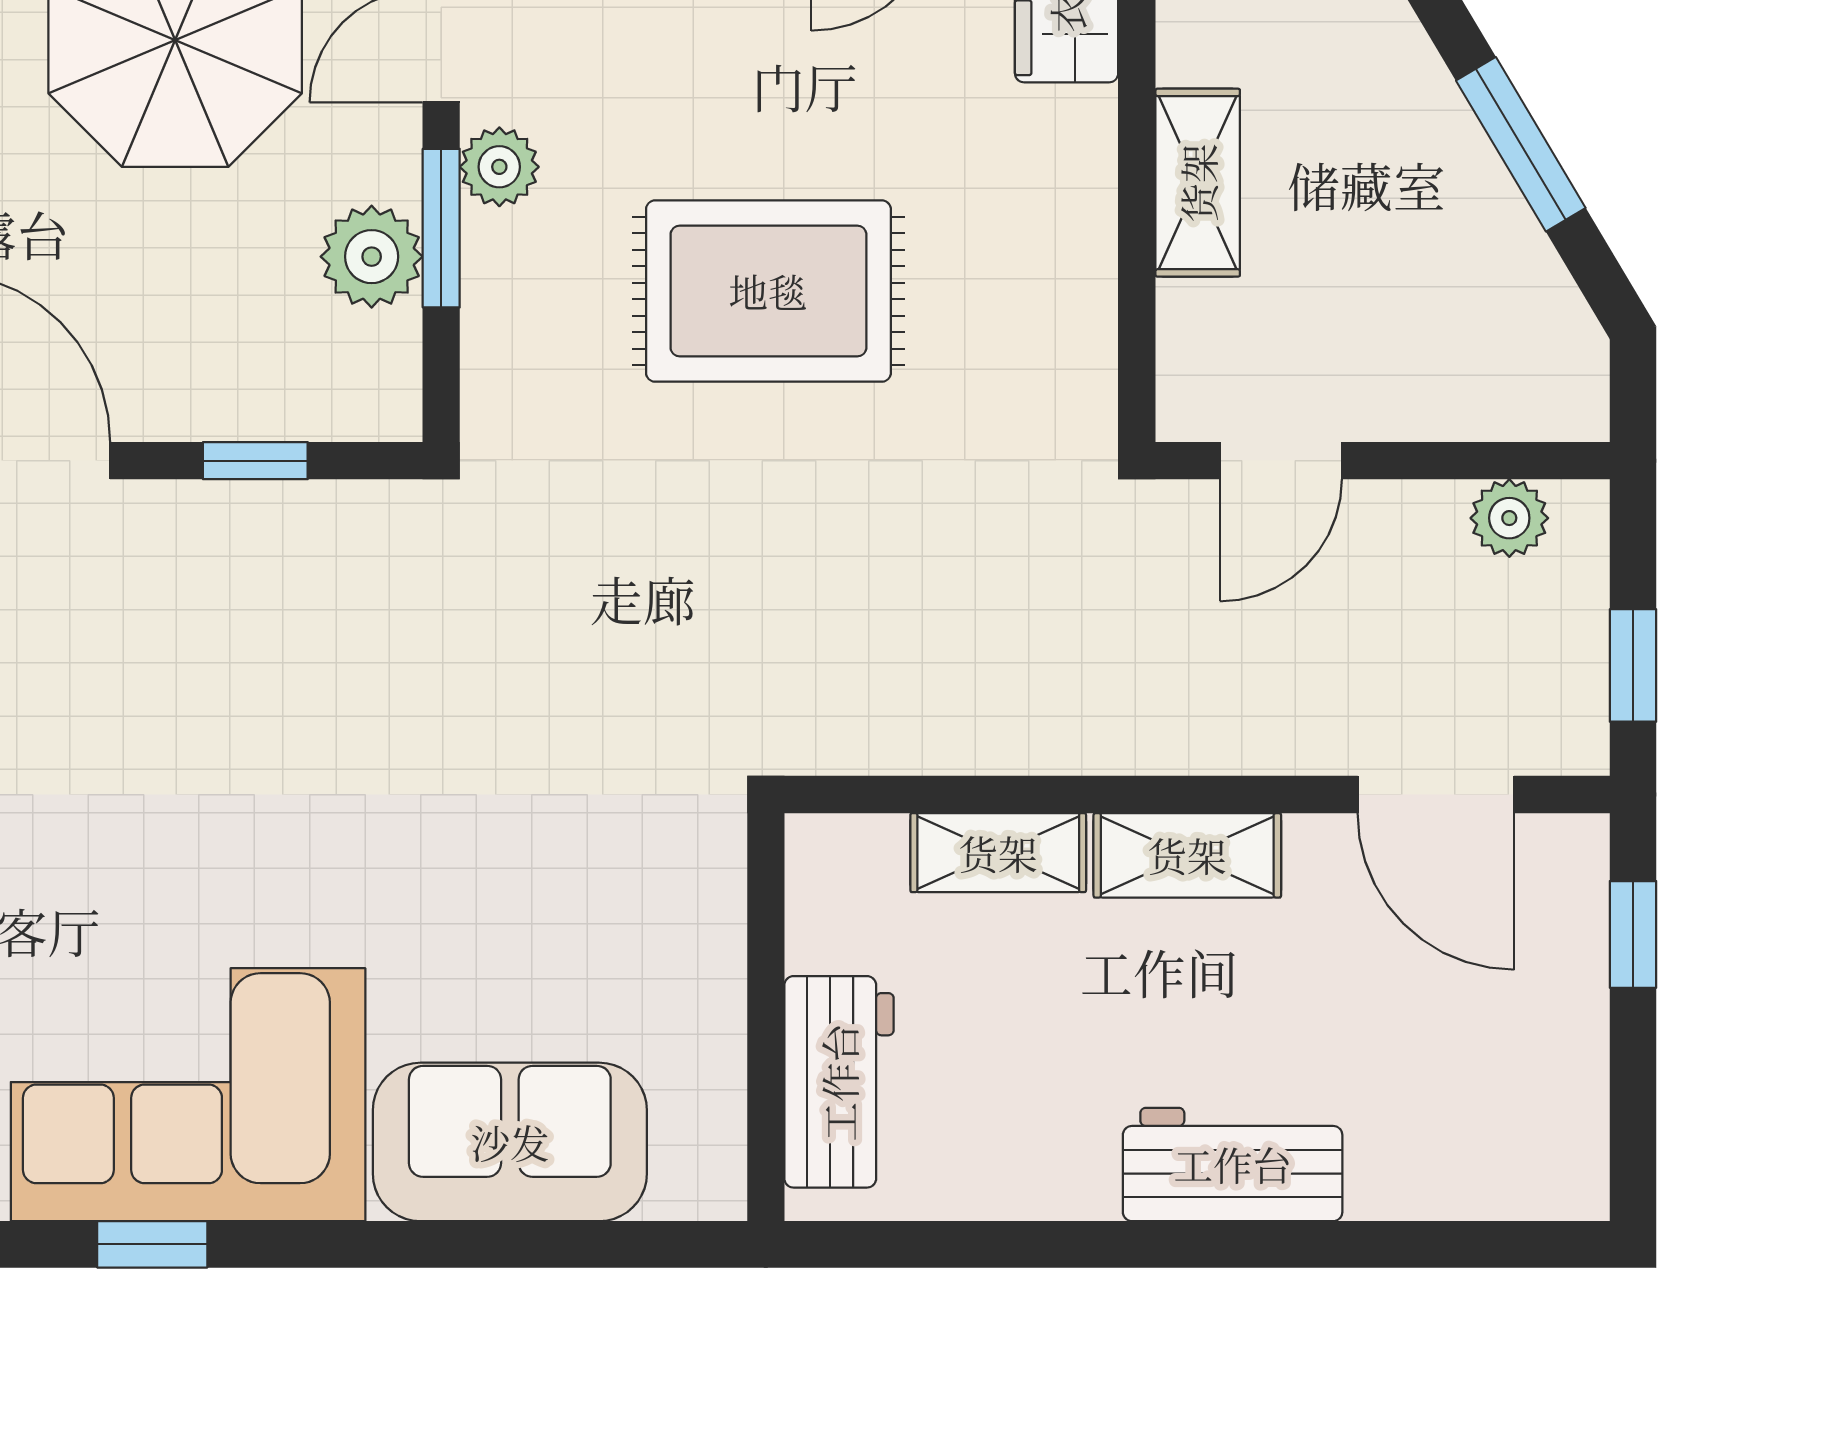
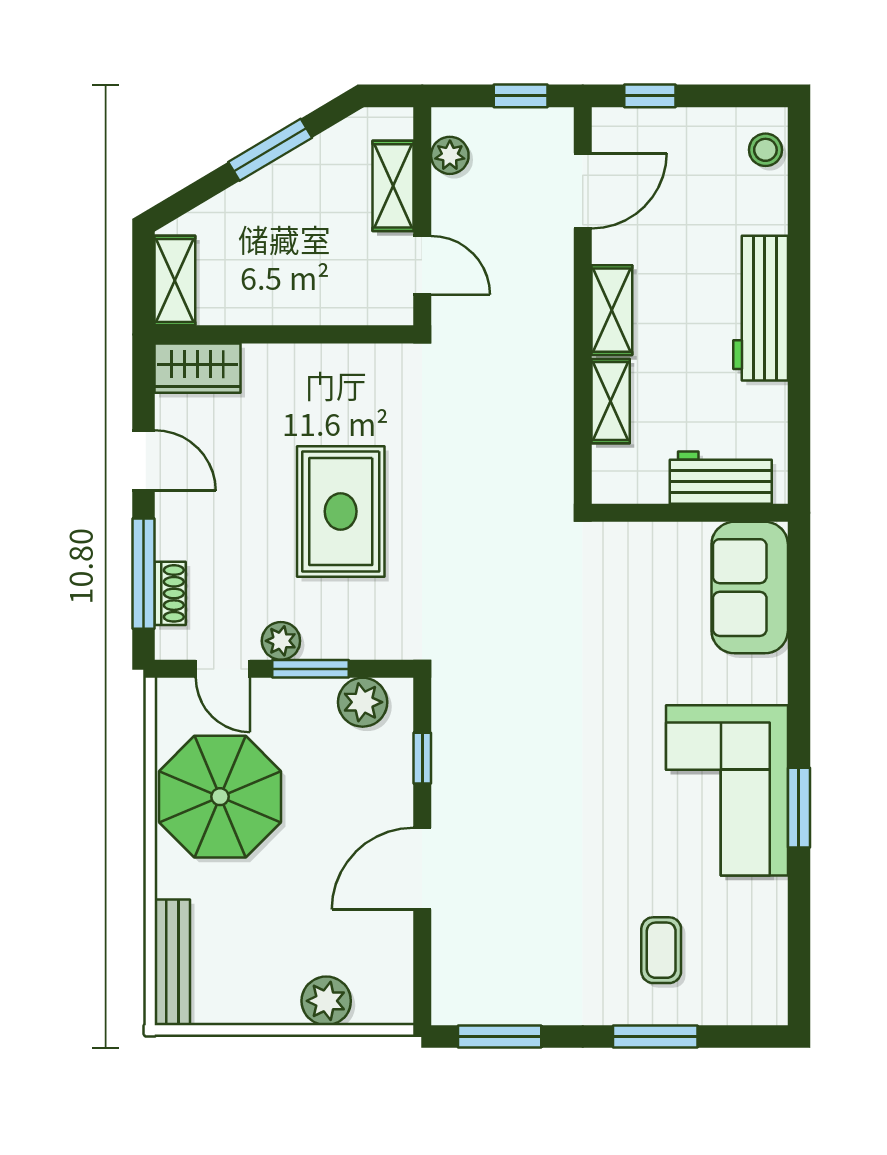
shelving: (1198, 183) -> (393, 186), moved, turned 90
plant: (372, 257) -> (363, 702), moved
sofa: (510, 1142) -> (750, 588), moved
workbench: (1233, 1164) -> (761, 308), width x1.38
stool: (1521, 1175) -> (765, 150), added
window: (152, 1244) -> (799, 808), width x1.50

